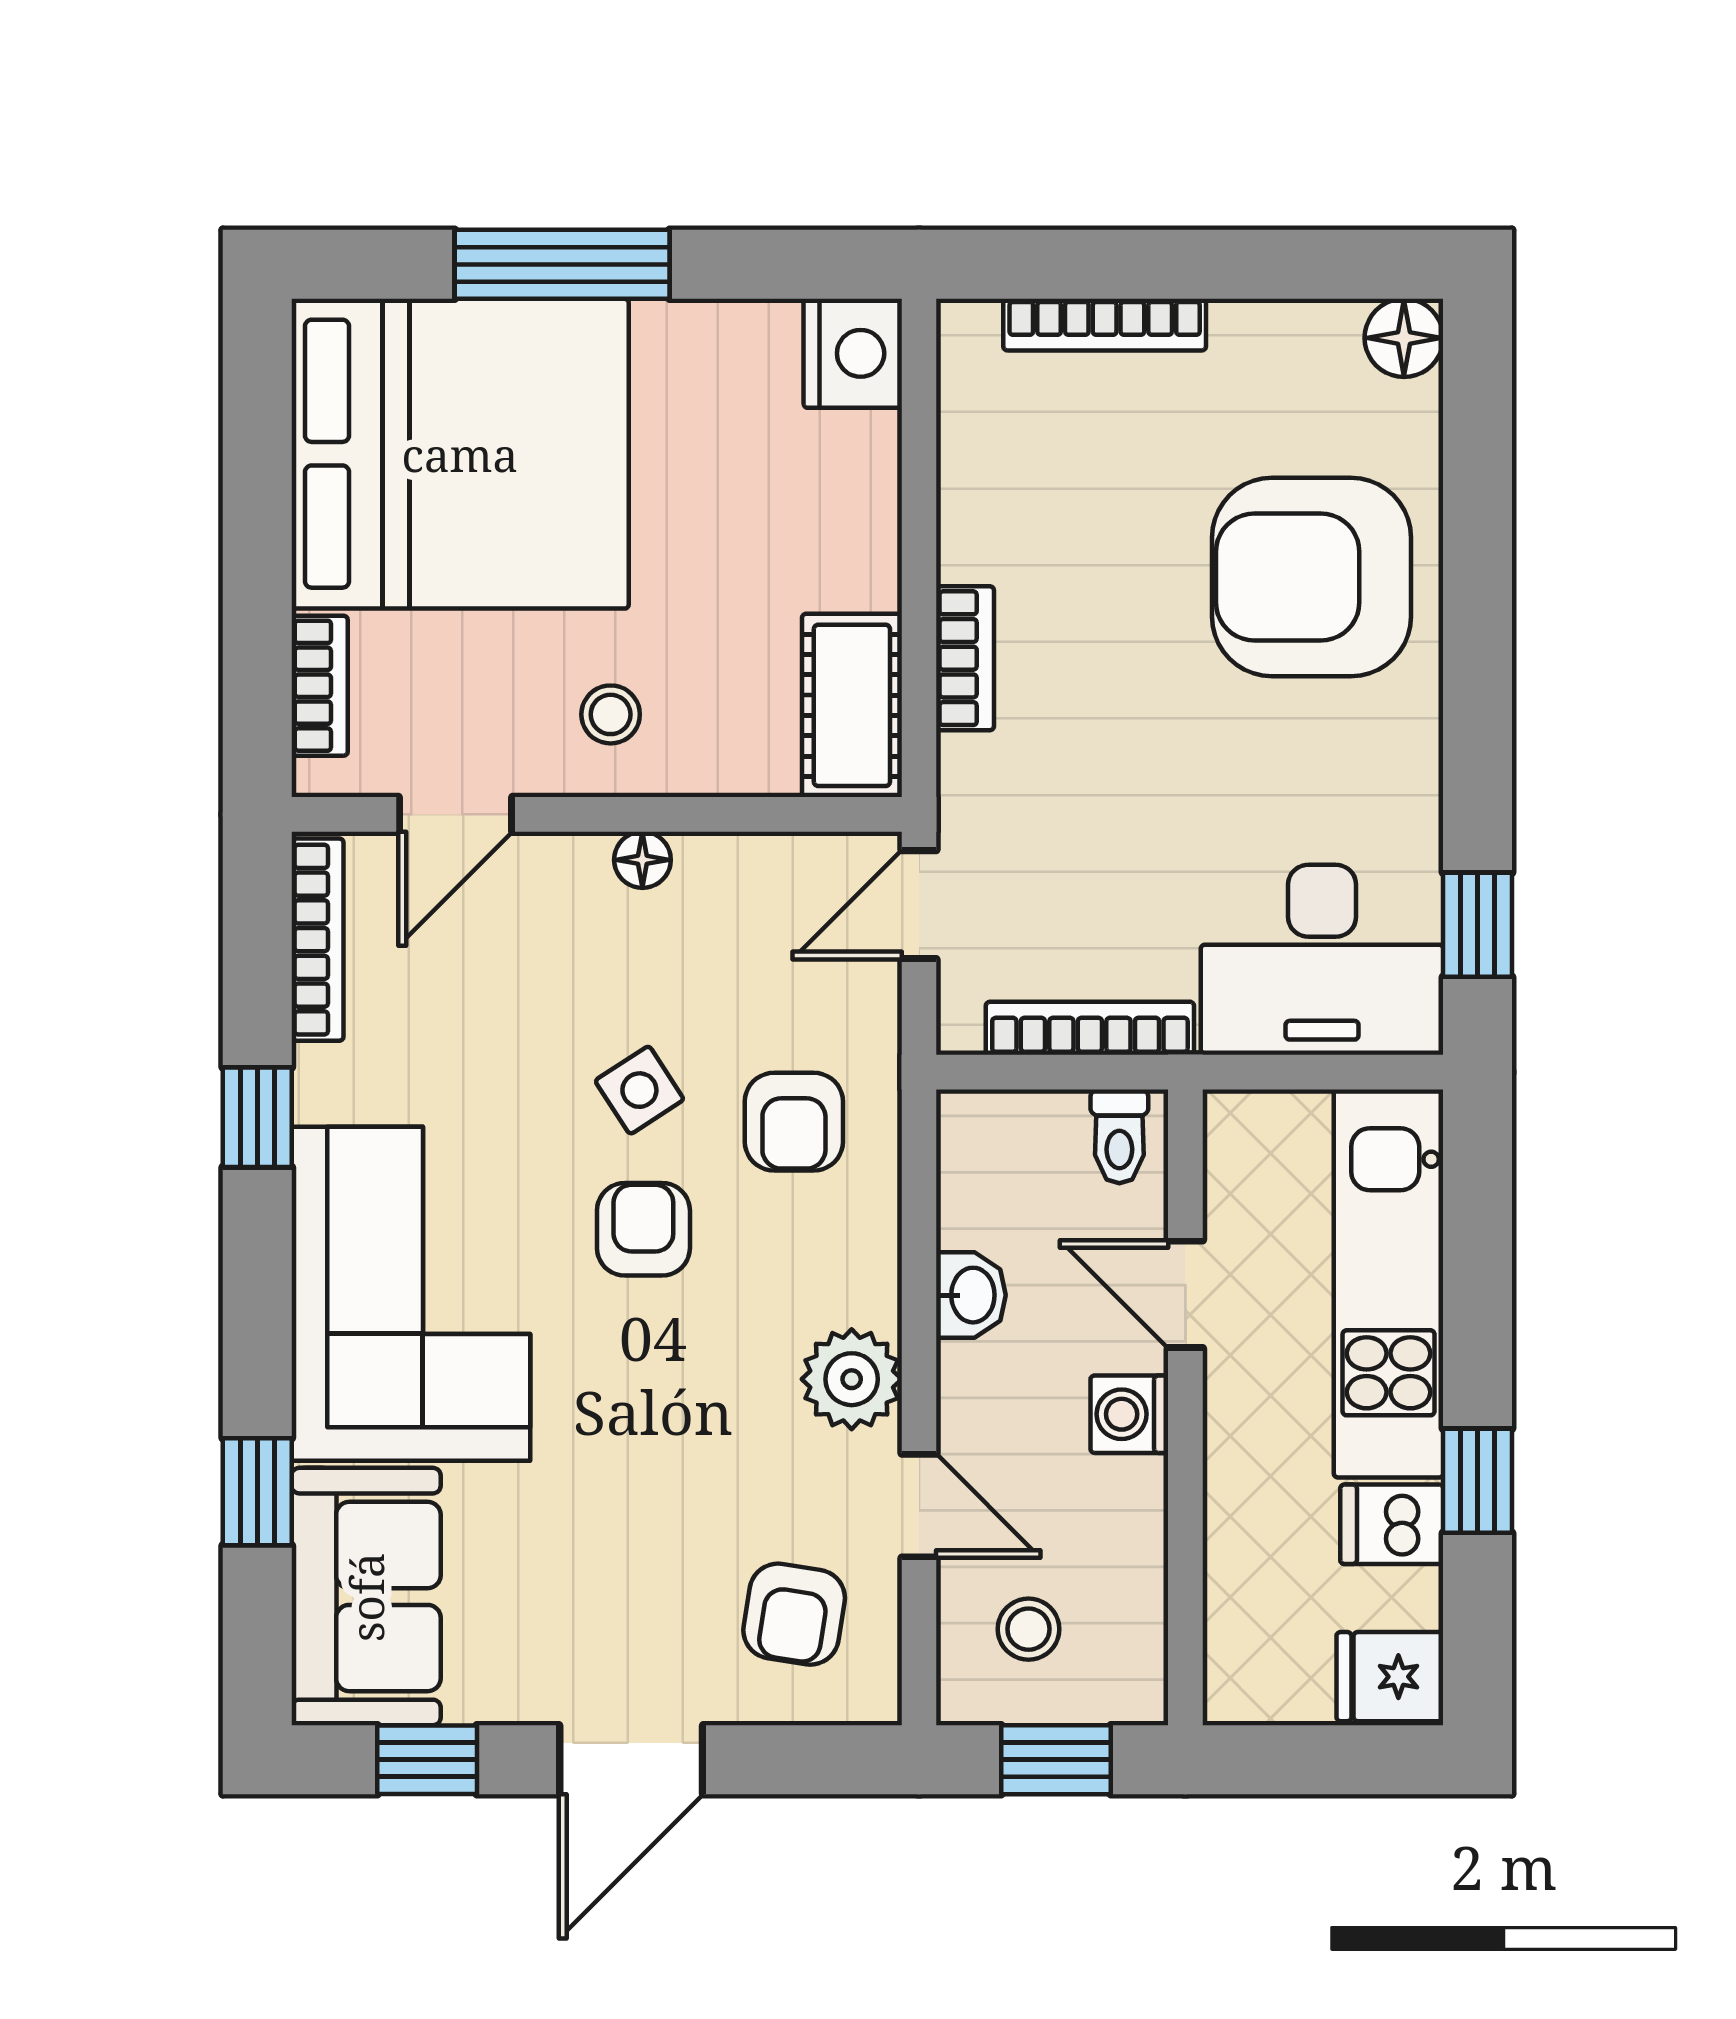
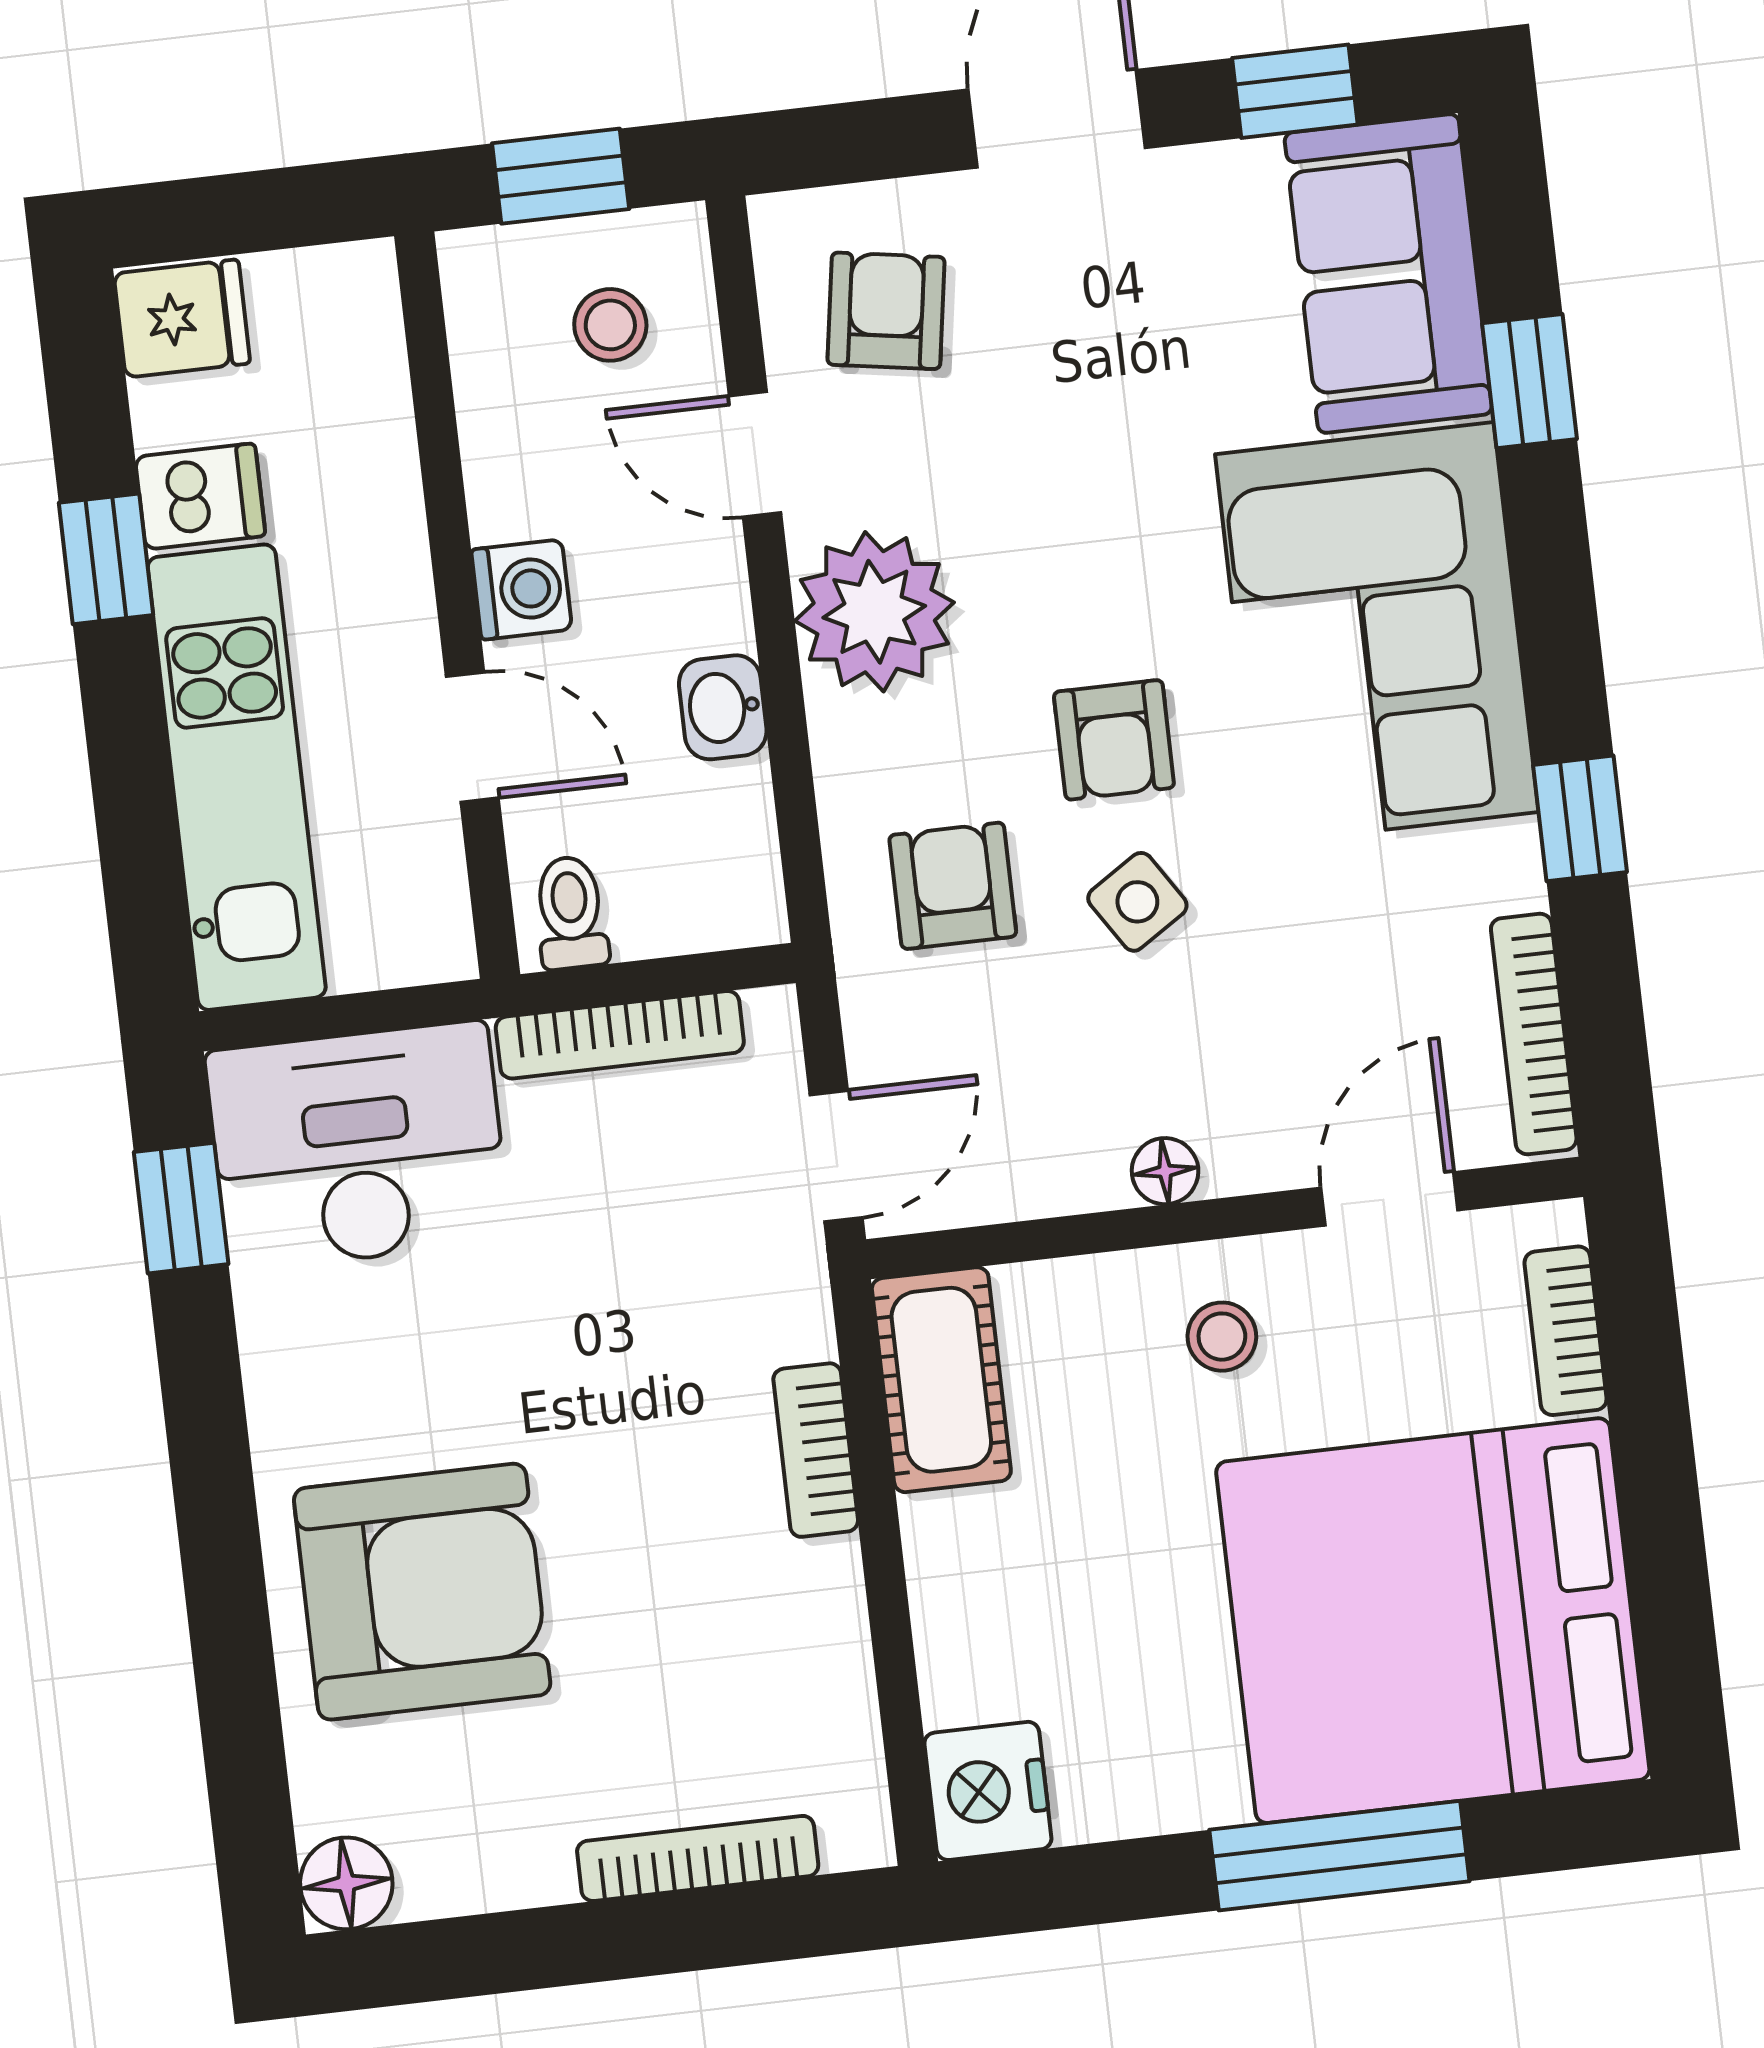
plant: (852, 1379) -> (874, 612), width x1.36, depth x1.36

